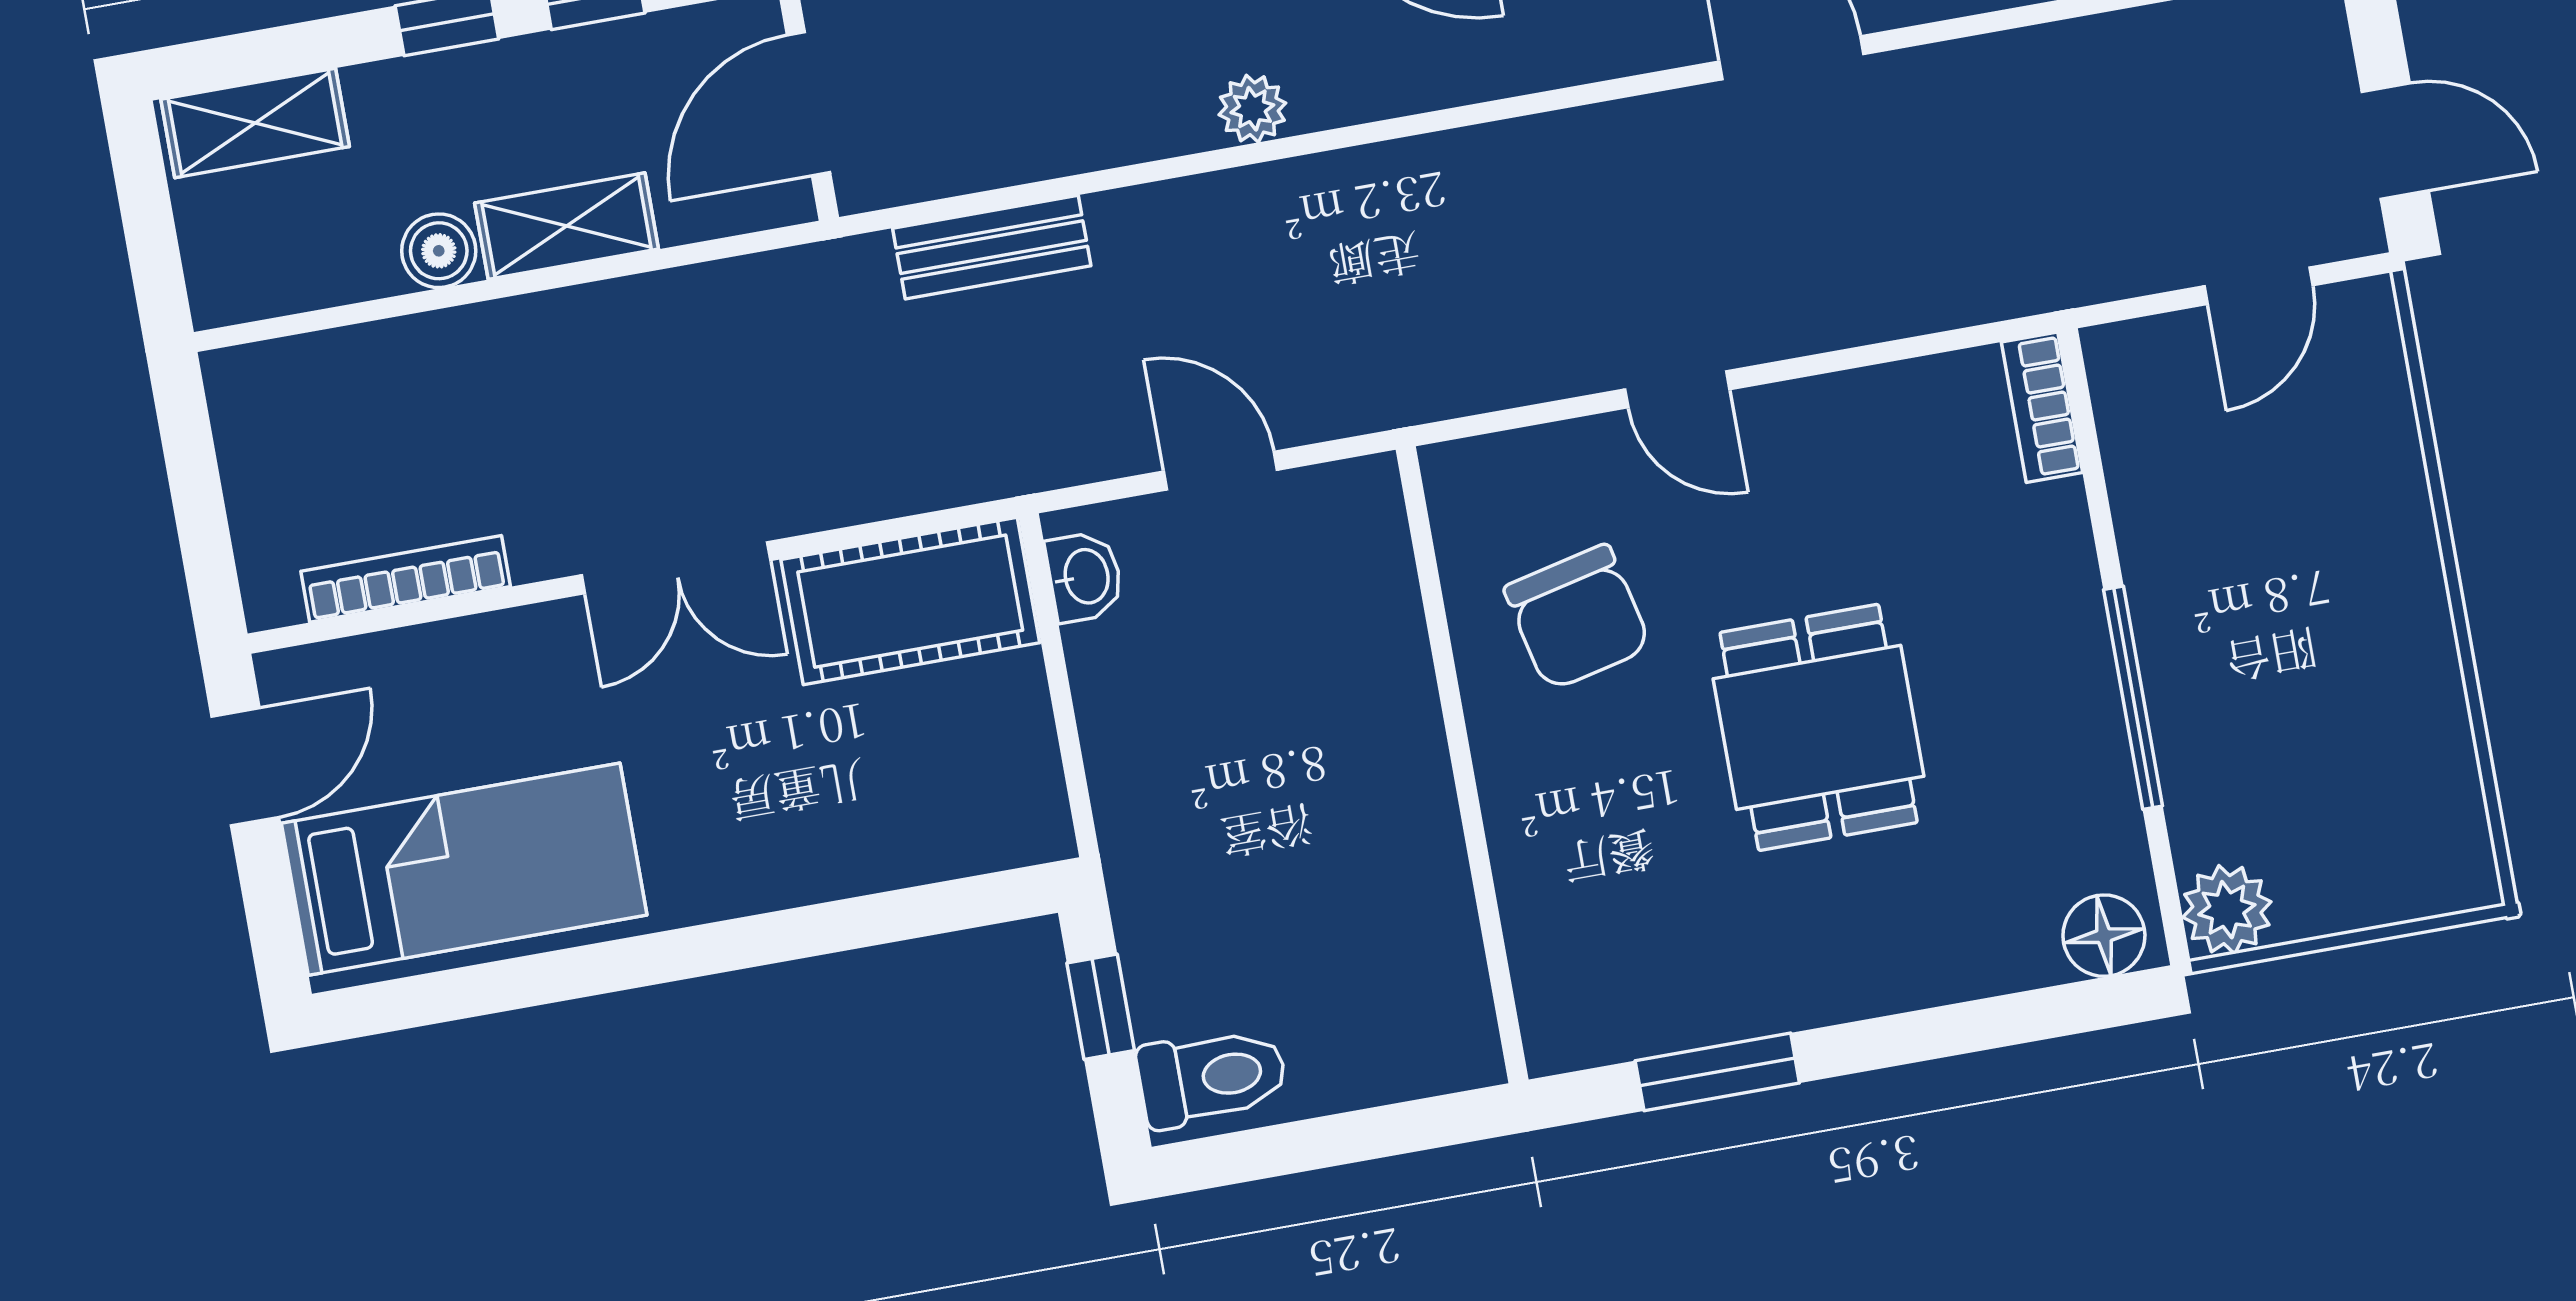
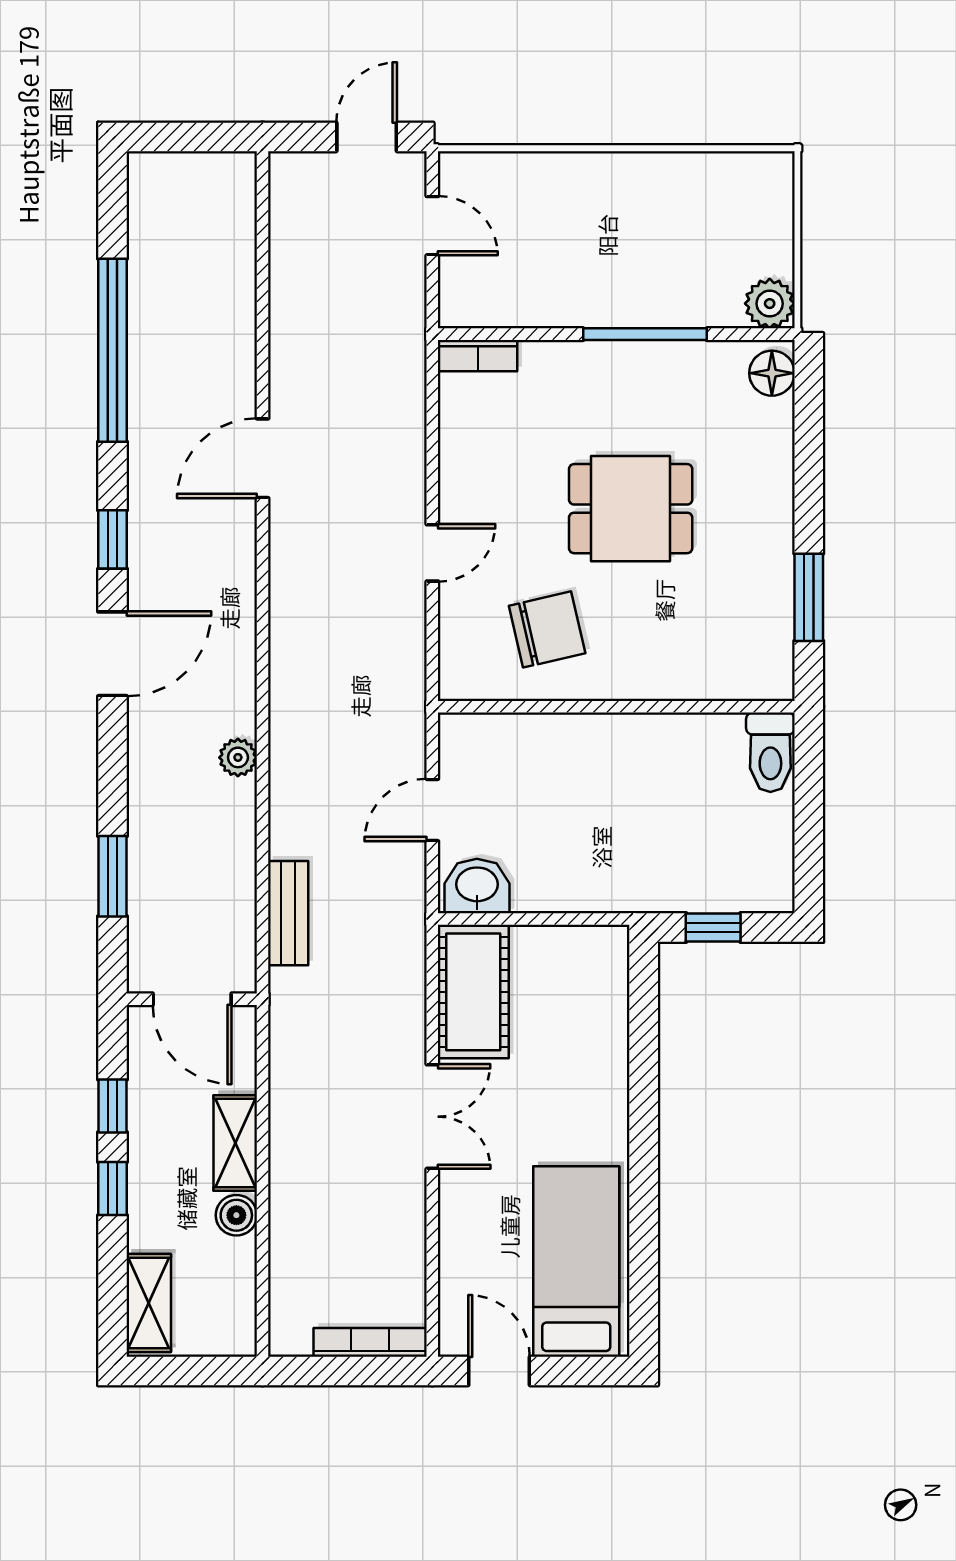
washbasin: (1085, 577) -> (477, 886), width x1.38, depth x1.45
bookcase: (406, 579) -> (370, 1342), moved, turned 90
toilet: (1212, 1077) -> (770, 752), moved, turned 180

